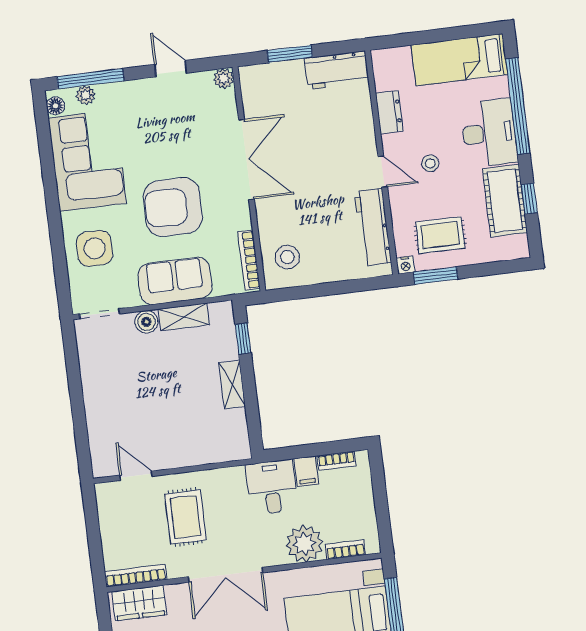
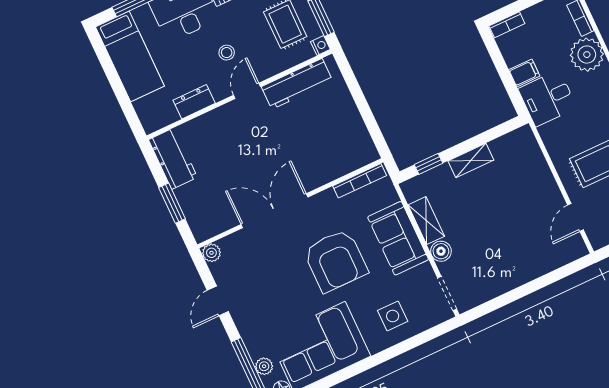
side table: (95, 248) -> (393, 316), width x0.73, depth x0.73
stool: (287, 257) -> (346, 149), removed
bookcase: (337, 461) -> (507, 25), moved, turned 90

